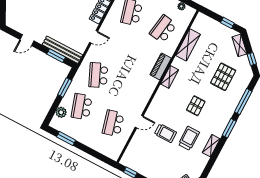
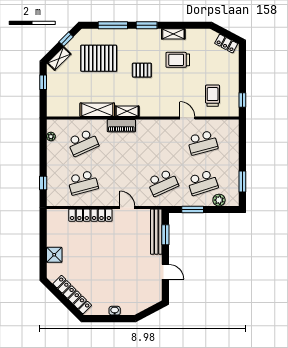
school desk: (163, 29) -> (83, 143), turned -33
shelving: (188, 45) -> (97, 110), moved
pallet: (223, 77) -> (99, 58), width x1.37, depth x1.41
trolley: (165, 133) -> (213, 96), moved

